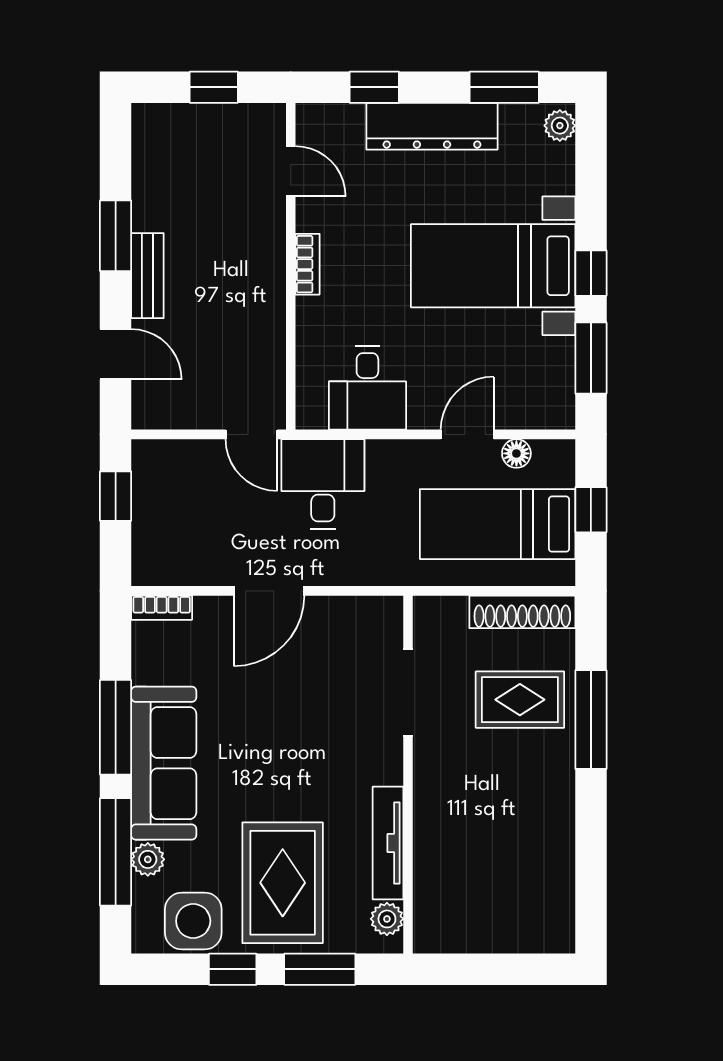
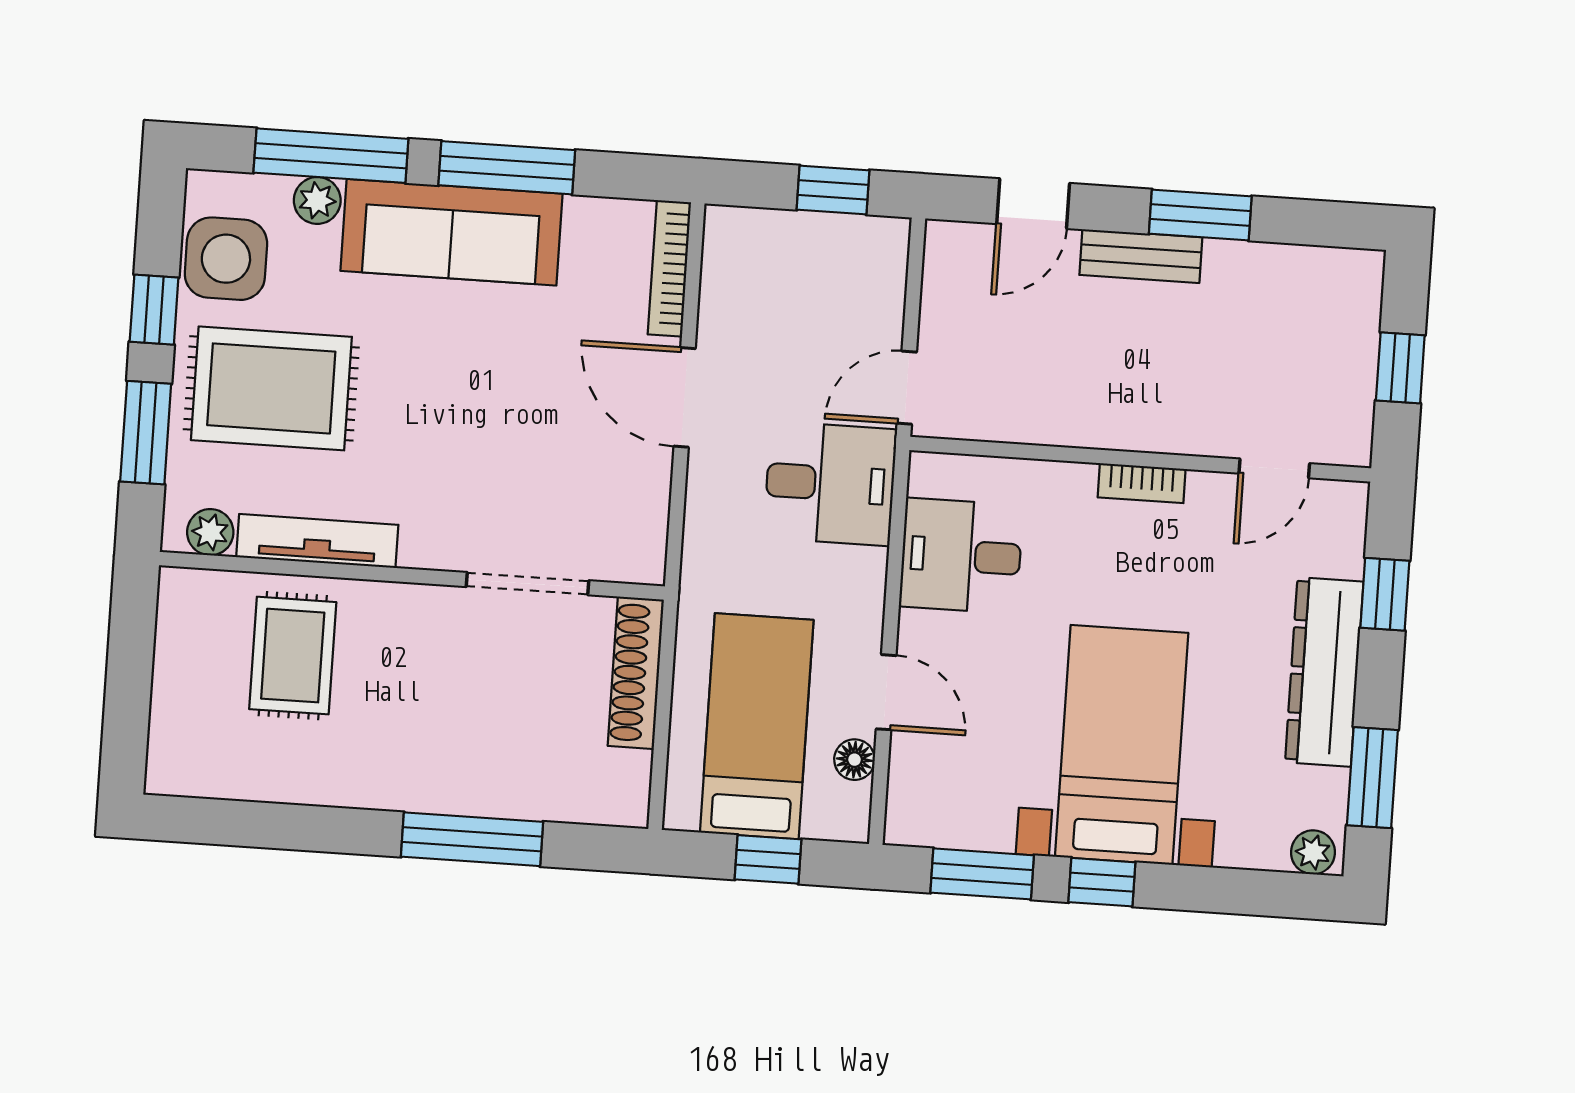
bookcase: (162, 608) -> (669, 268), width x1.56
shoe rack: (522, 612) -> (636, 673), moved
rug: (520, 700) -> (293, 656), moved

